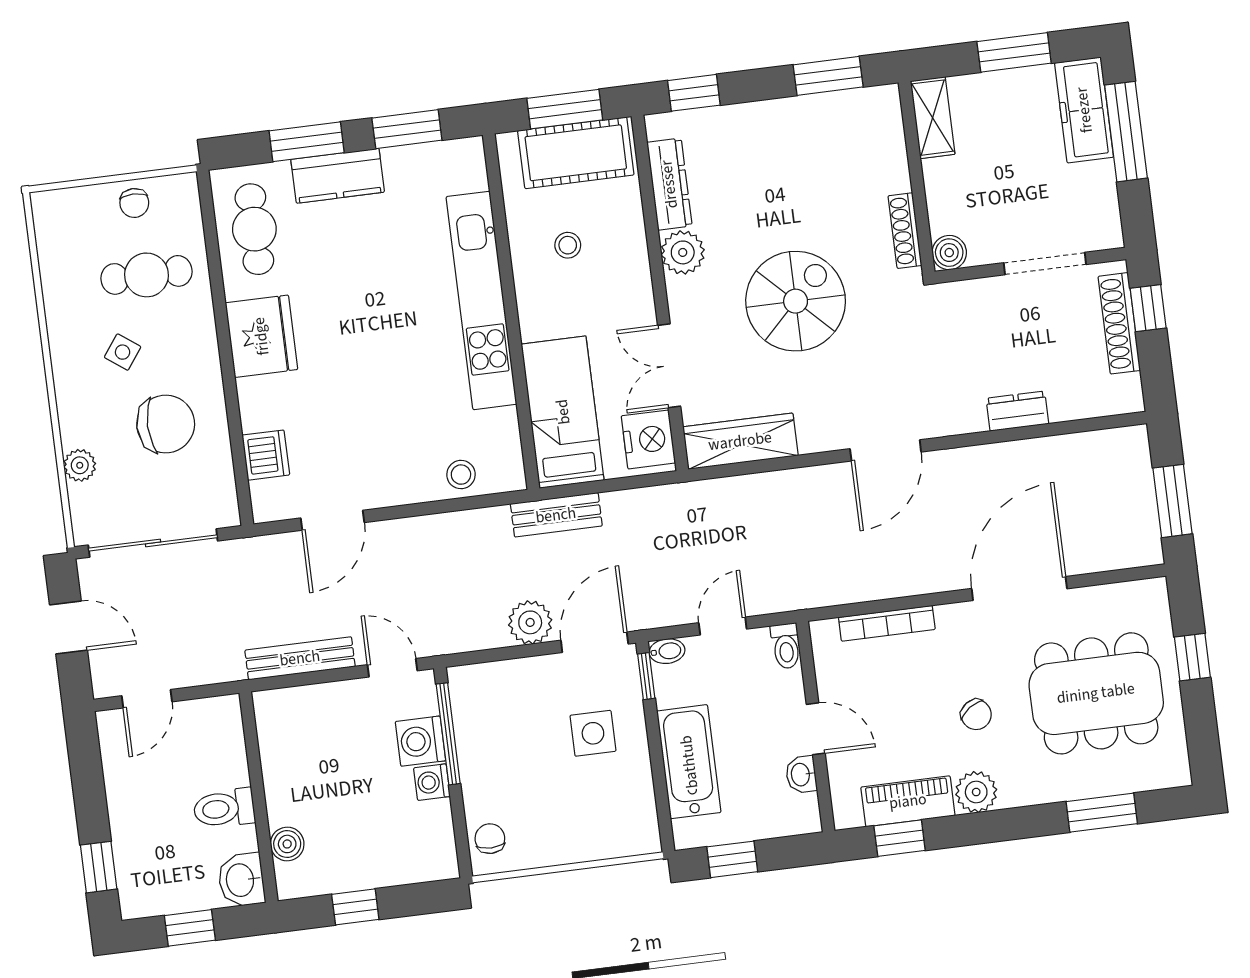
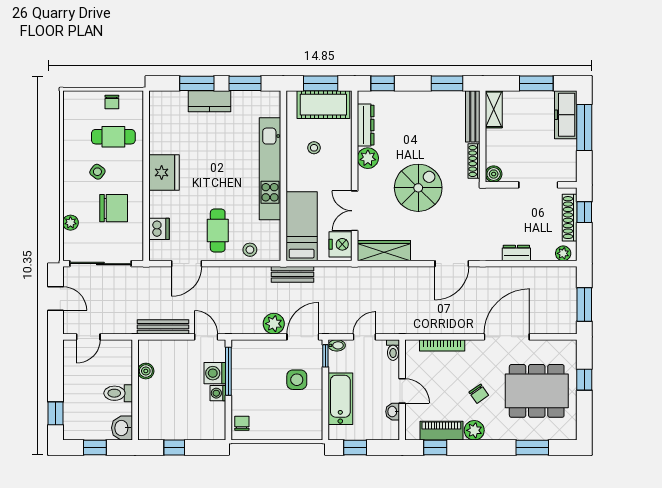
bench: (891, 138) -> (473, 116), added
cafe table: (254, 229) -> (218, 230), moved
plant: (1115, 400) -> (563, 253), added
boiler: (287, 844) -> (146, 371), moved

